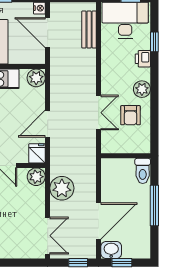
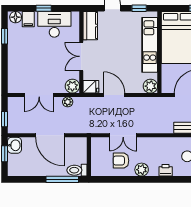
window: (154, 42) -> (179, 179), removed
plant: (62, 188) -> (68, 102), width x0.53, depth x0.53
window: (154, 206) -> (62, 179), moved
door: (99, 221) -> (50, 135), moved
double door: (48, 236) -> (39, 95), moved

